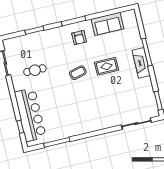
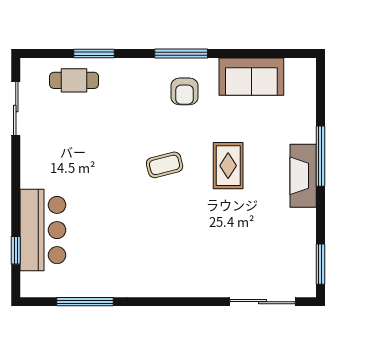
rug: (106, 66) -> (228, 166), turned 90
cafe table: (35, 70) -> (74, 80), moved
bar counter: (30, 115) -> (43, 230), width x0.73

